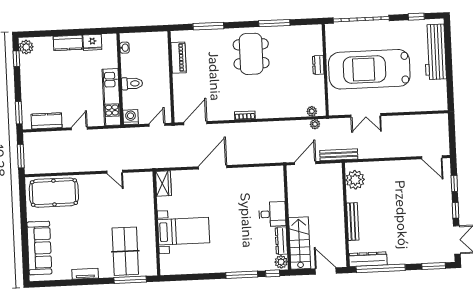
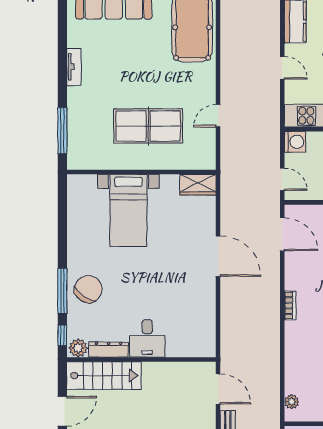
plant: (315, 124) -> (273, 405), removed
table tennis table: (125, 251) -> (148, 126), moved
chair: (240, 257) -> (88, 289), added

